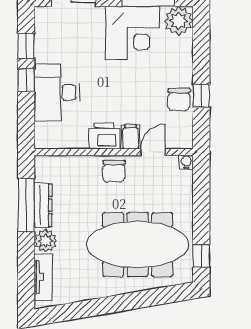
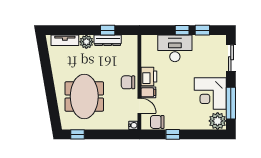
chair: (179, 99) -> (157, 122), moved
window: (26, 205) -> (108, 30), width x0.46
meeting table: (138, 245) -> (84, 96), width x0.73

